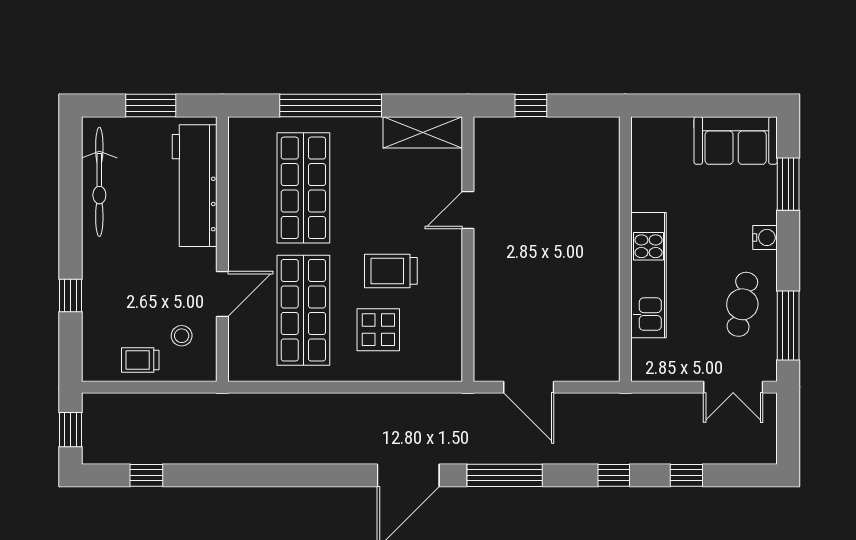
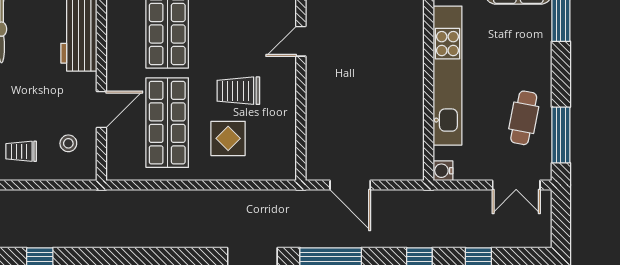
water cooler: (765, 237) -> (443, 171), moved, turned 180
kitchen unit: (648, 275) -> (448, 76), width x1.36
trolley: (140, 360) -> (21, 151), moved

